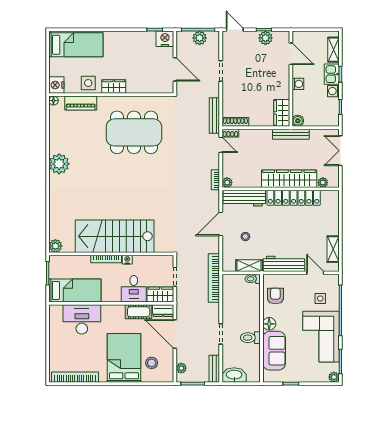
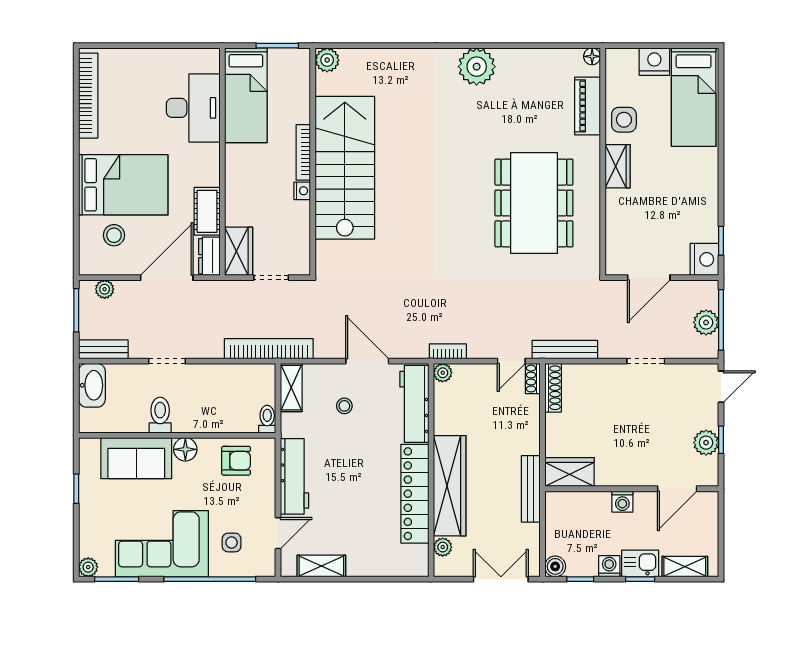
nightstand: (56, 85) -> (654, 62), moved
boiler: (298, 121) -> (555, 566), moved
shelving: (249, 266) -> (291, 388), moved
desk: (134, 289) -> (249, 203), removed

